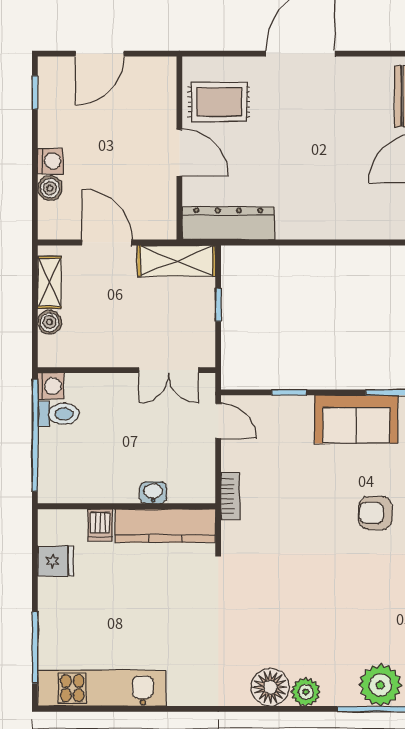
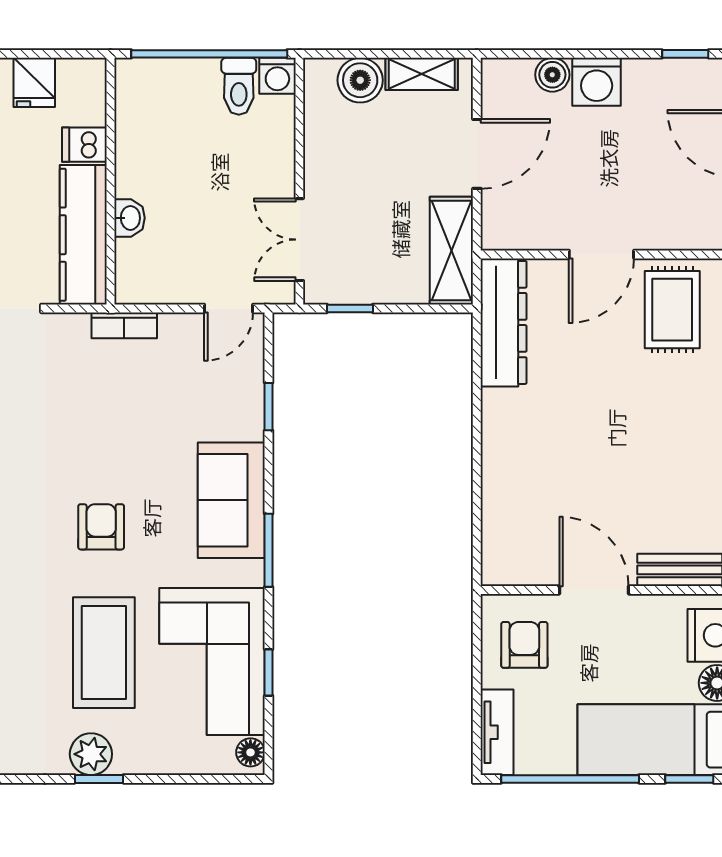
washing machine: (50, 161) -> (597, 82), width x1.38, depth x1.38
window: (218, 305) -> (350, 308), moved
boiler: (50, 322) -> (360, 80), width x1.36, depth x1.36

